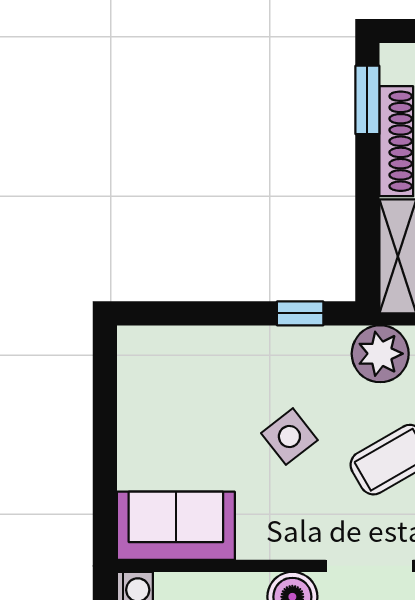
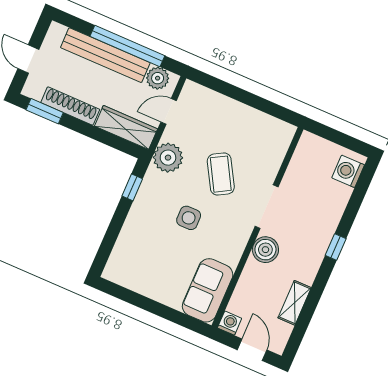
side table: (289, 437) -> (189, 218), turned 38

